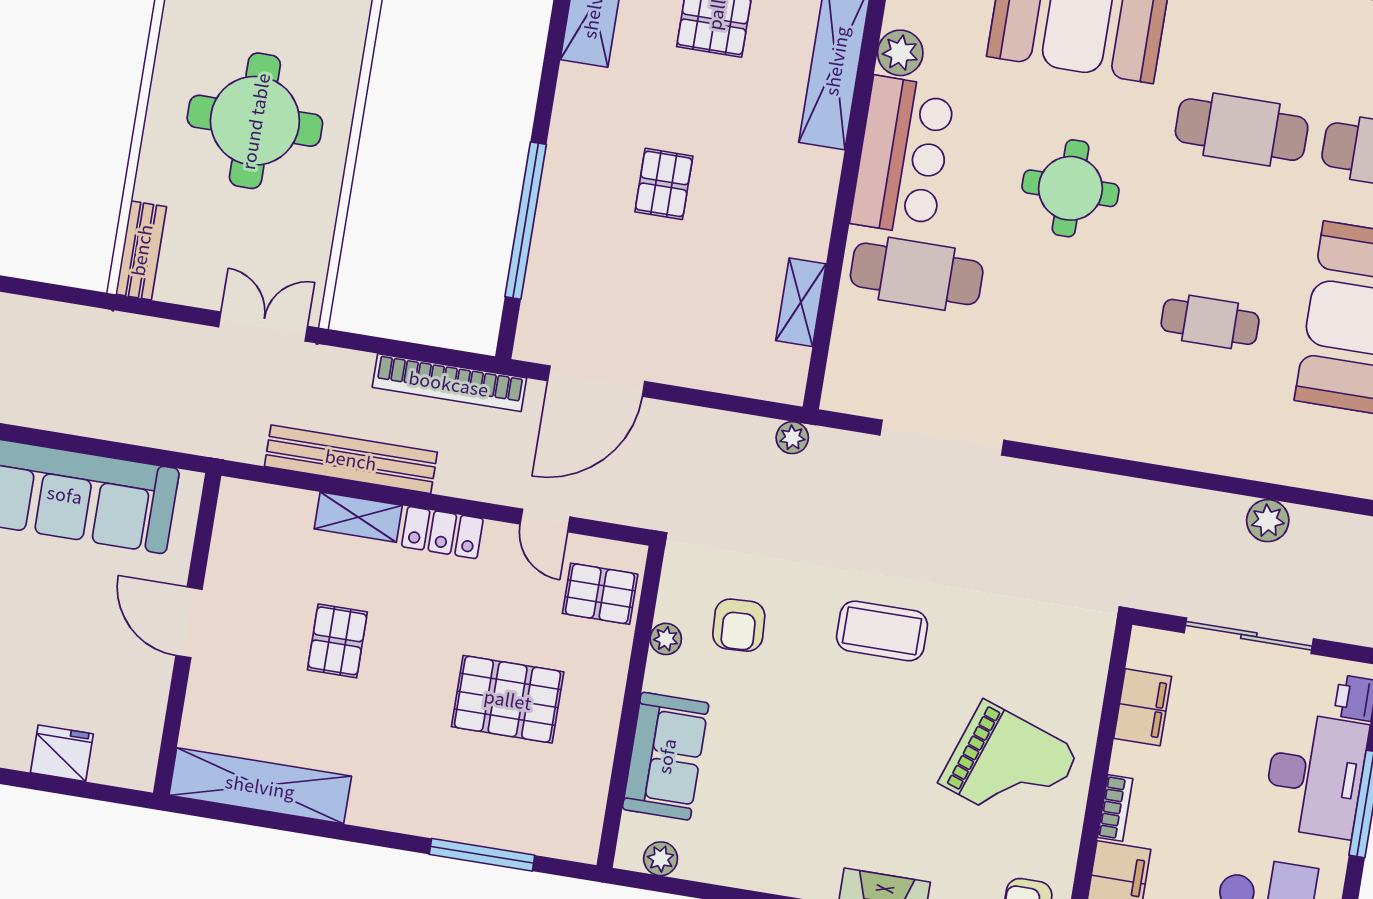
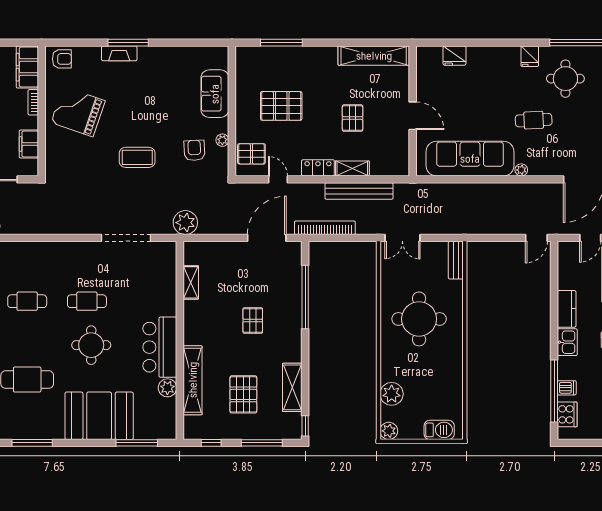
cafe table: (917, 274) -> (87, 301), moved, width x0.73, depth x0.74
plant: (792, 438) -> (185, 223), width x1.87, depth x1.87
plant: (661, 859) -> (210, 53), removed

